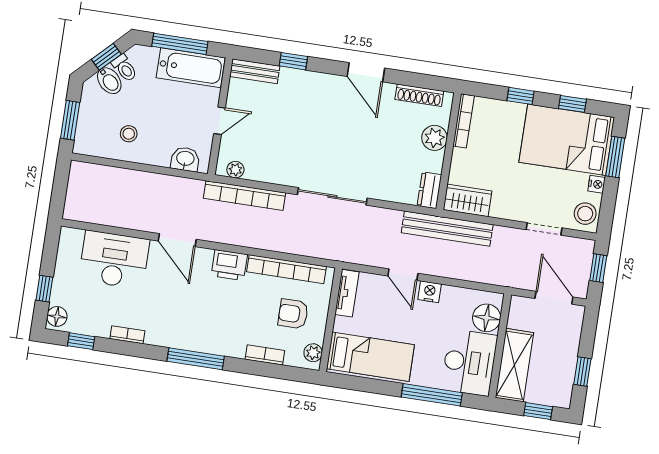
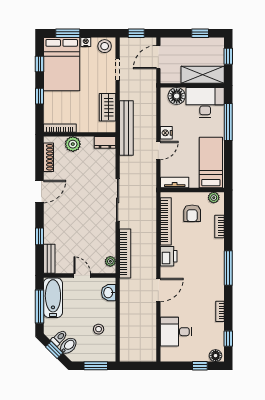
wardrobe: (467, 200) -> (107, 107), moved
desk: (114, 260) -> (176, 332), width x0.73

